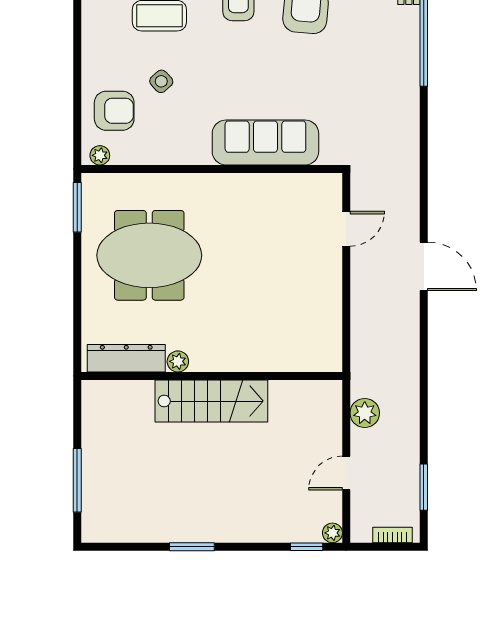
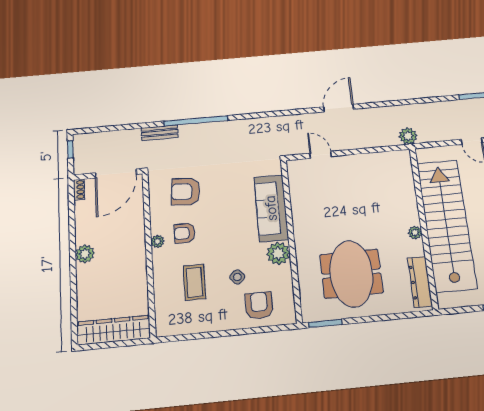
plant: (100, 155) -> (278, 253), moved, width x1.88, depth x1.88
plant: (178, 361) -> (415, 233), moved
stairs: (211, 401) -> (446, 225), width x1.86, depth x1.51
plant: (365, 413) -> (408, 136), moved

